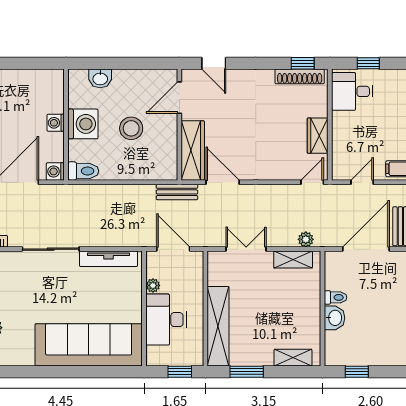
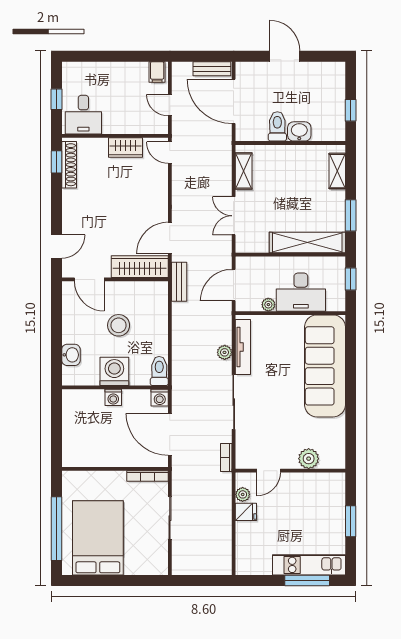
plant: (306, 239) -> (225, 352), moved
toilet: (336, 297) -> (277, 126), width x1.37, depth x1.39

